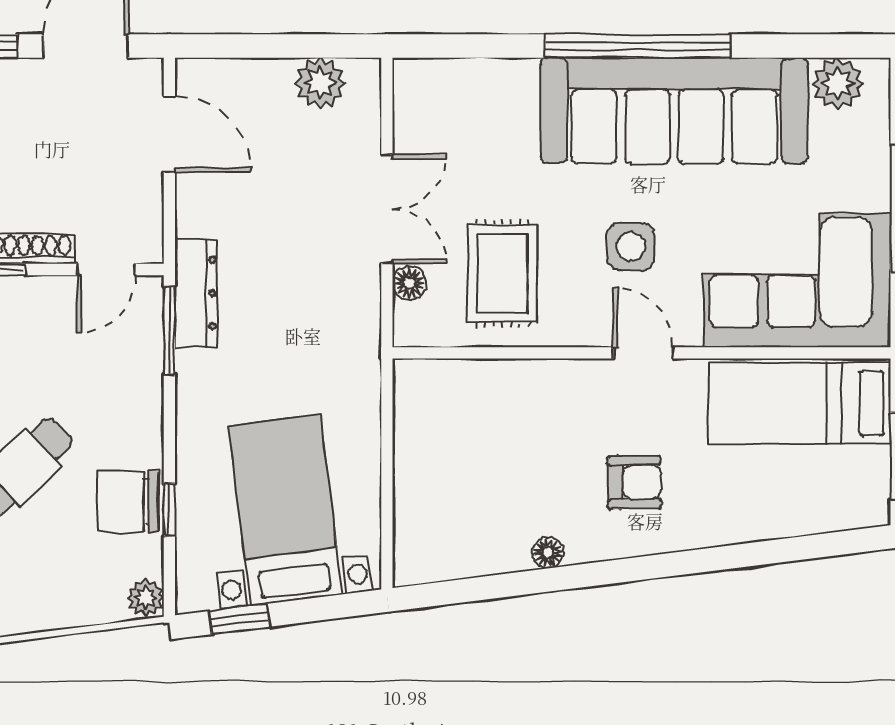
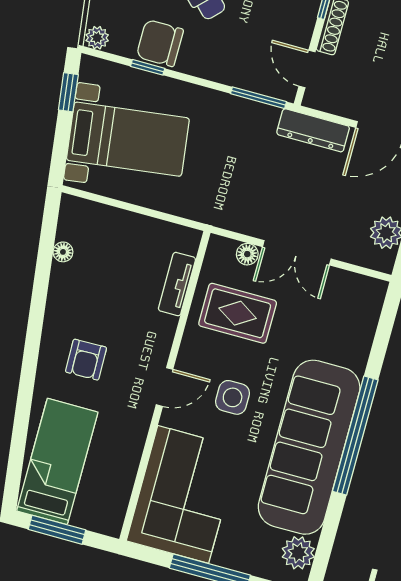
dresser: (196, 293) -> (313, 130), moved
tv unit: (483, 377) -> (177, 284), added
bed: (799, 403) -> (57, 462), moved
chair: (128, 501) -> (160, 43), turned -90
floor lamp: (548, 553) -> (63, 252), moved

